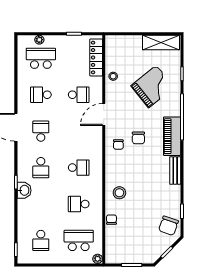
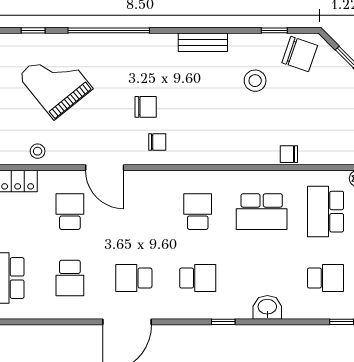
piano: (172, 136) -> (143, 48), removed
washbasin: (24, 190) -> (267, 307), moved
stool: (119, 193) -> (255, 81), moved
school desk: (79, 204) -> (262, 212), width x1.85

